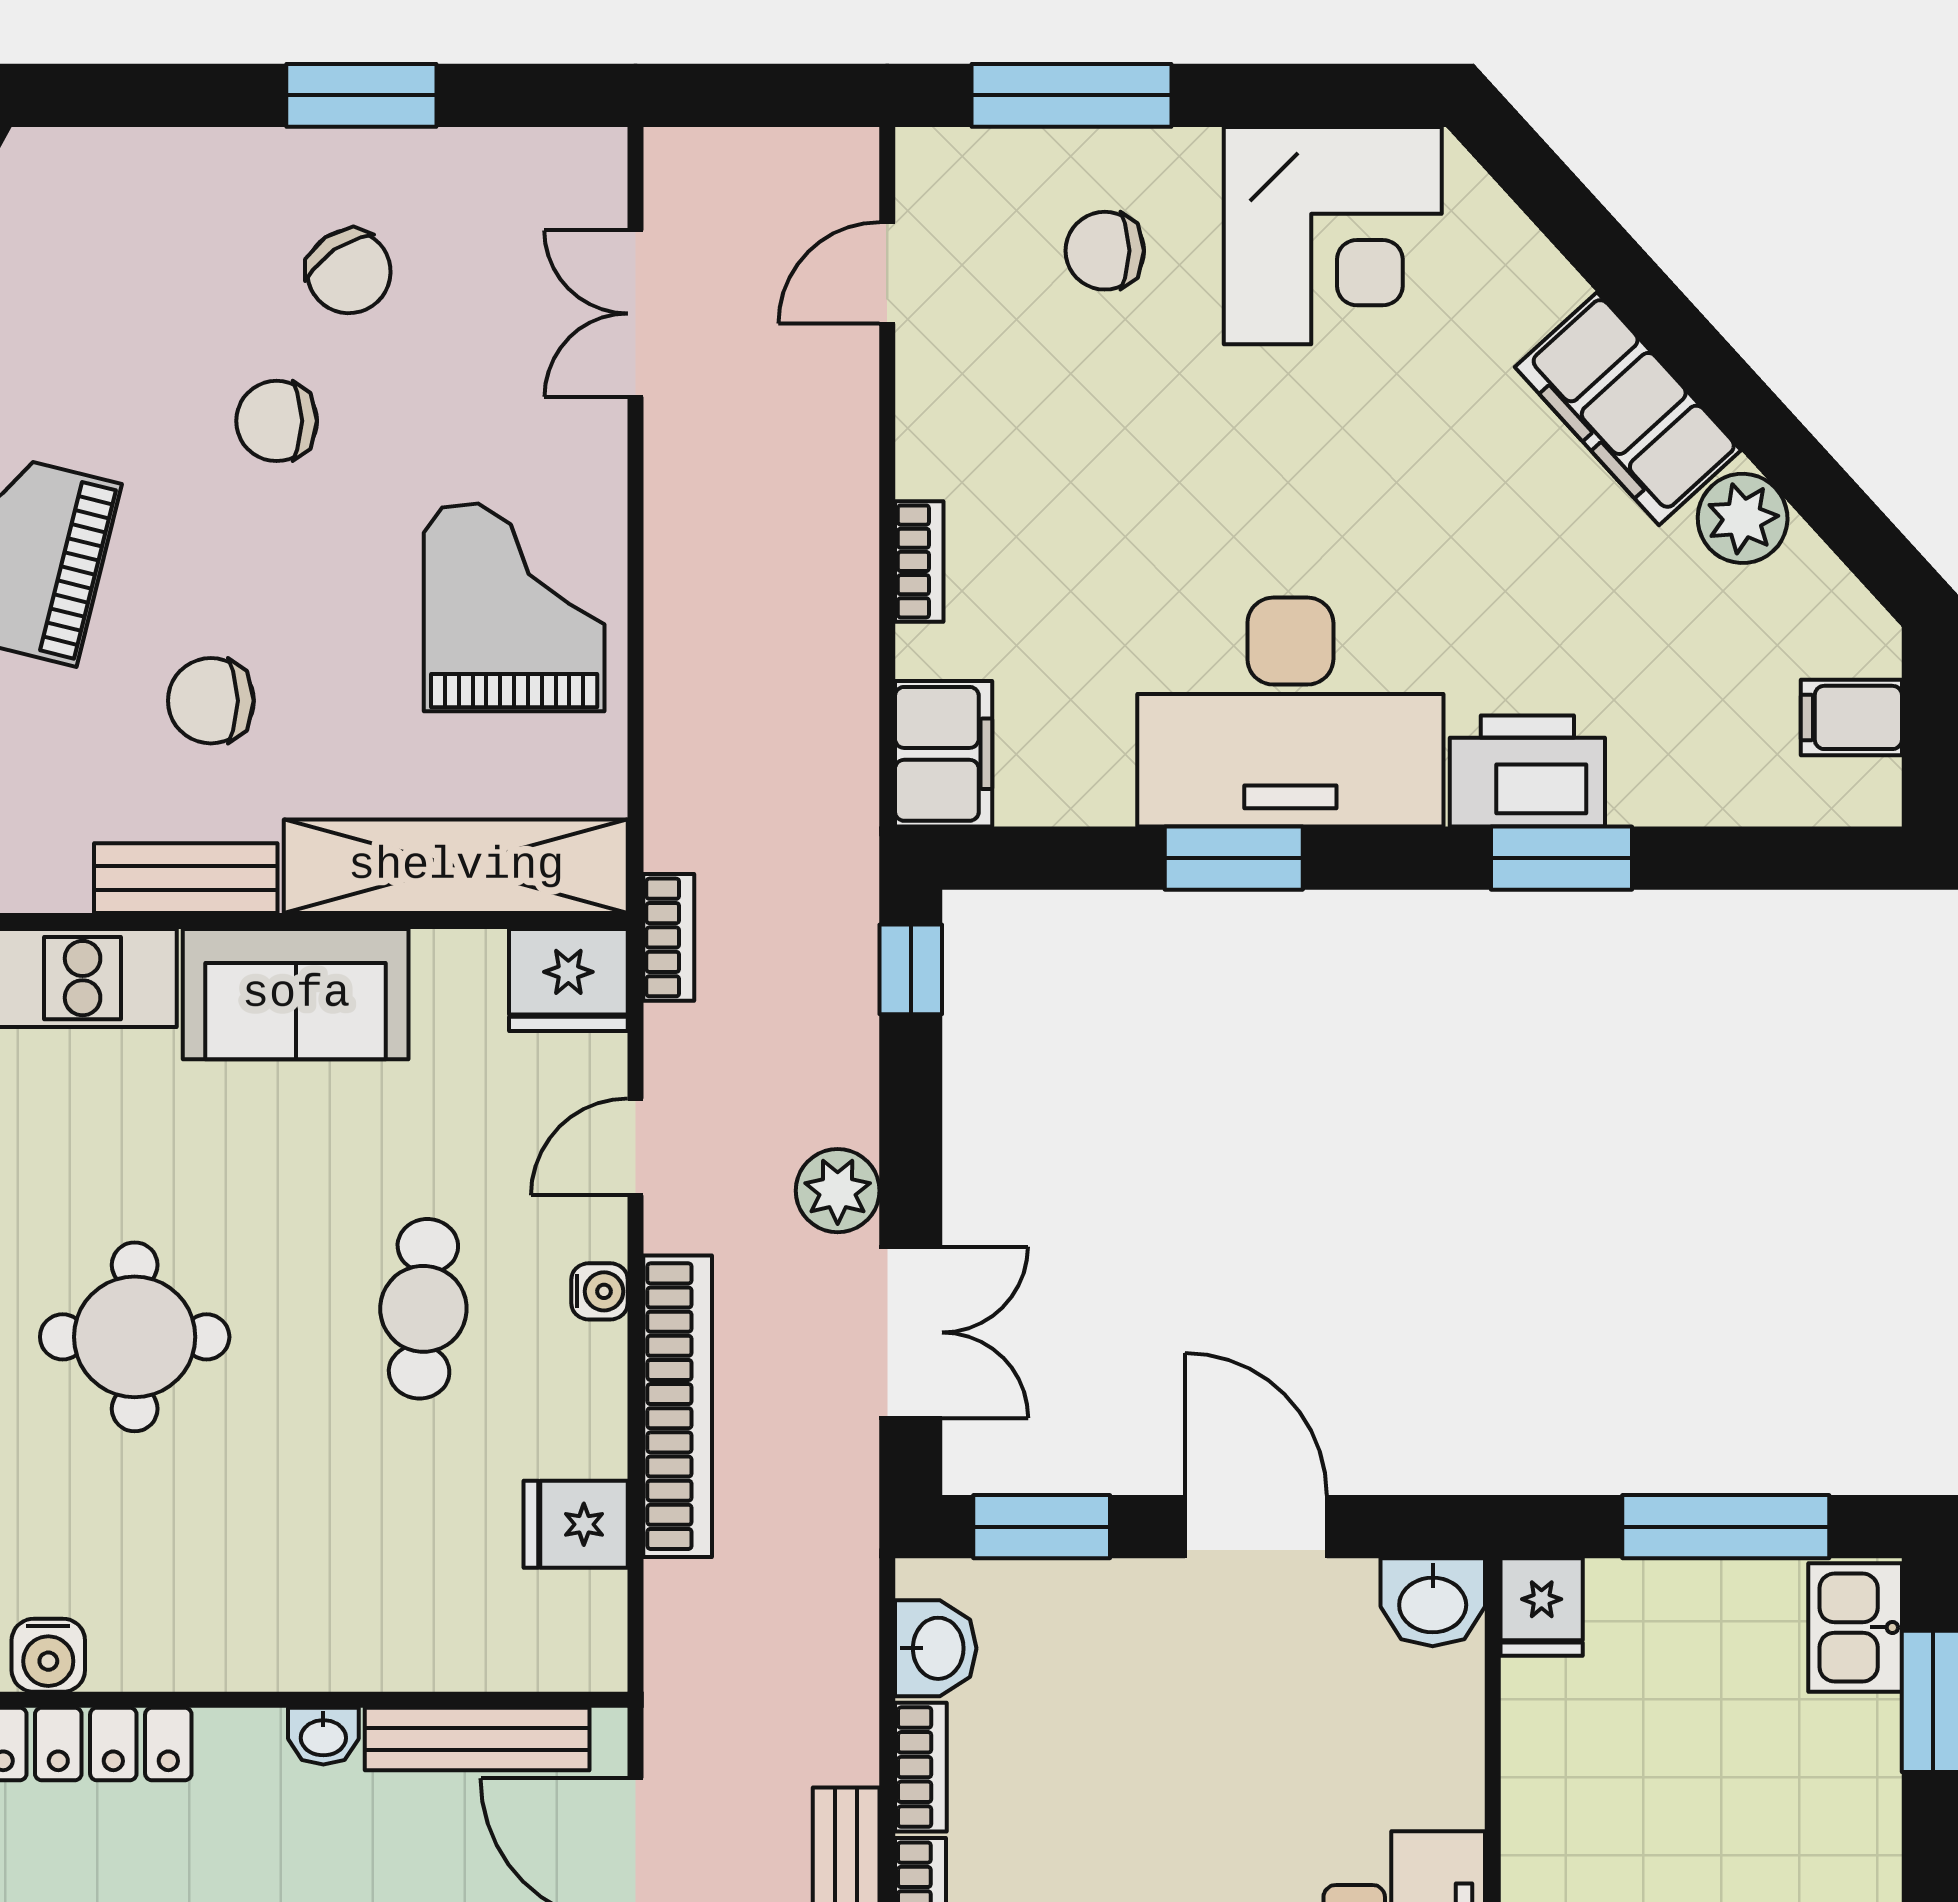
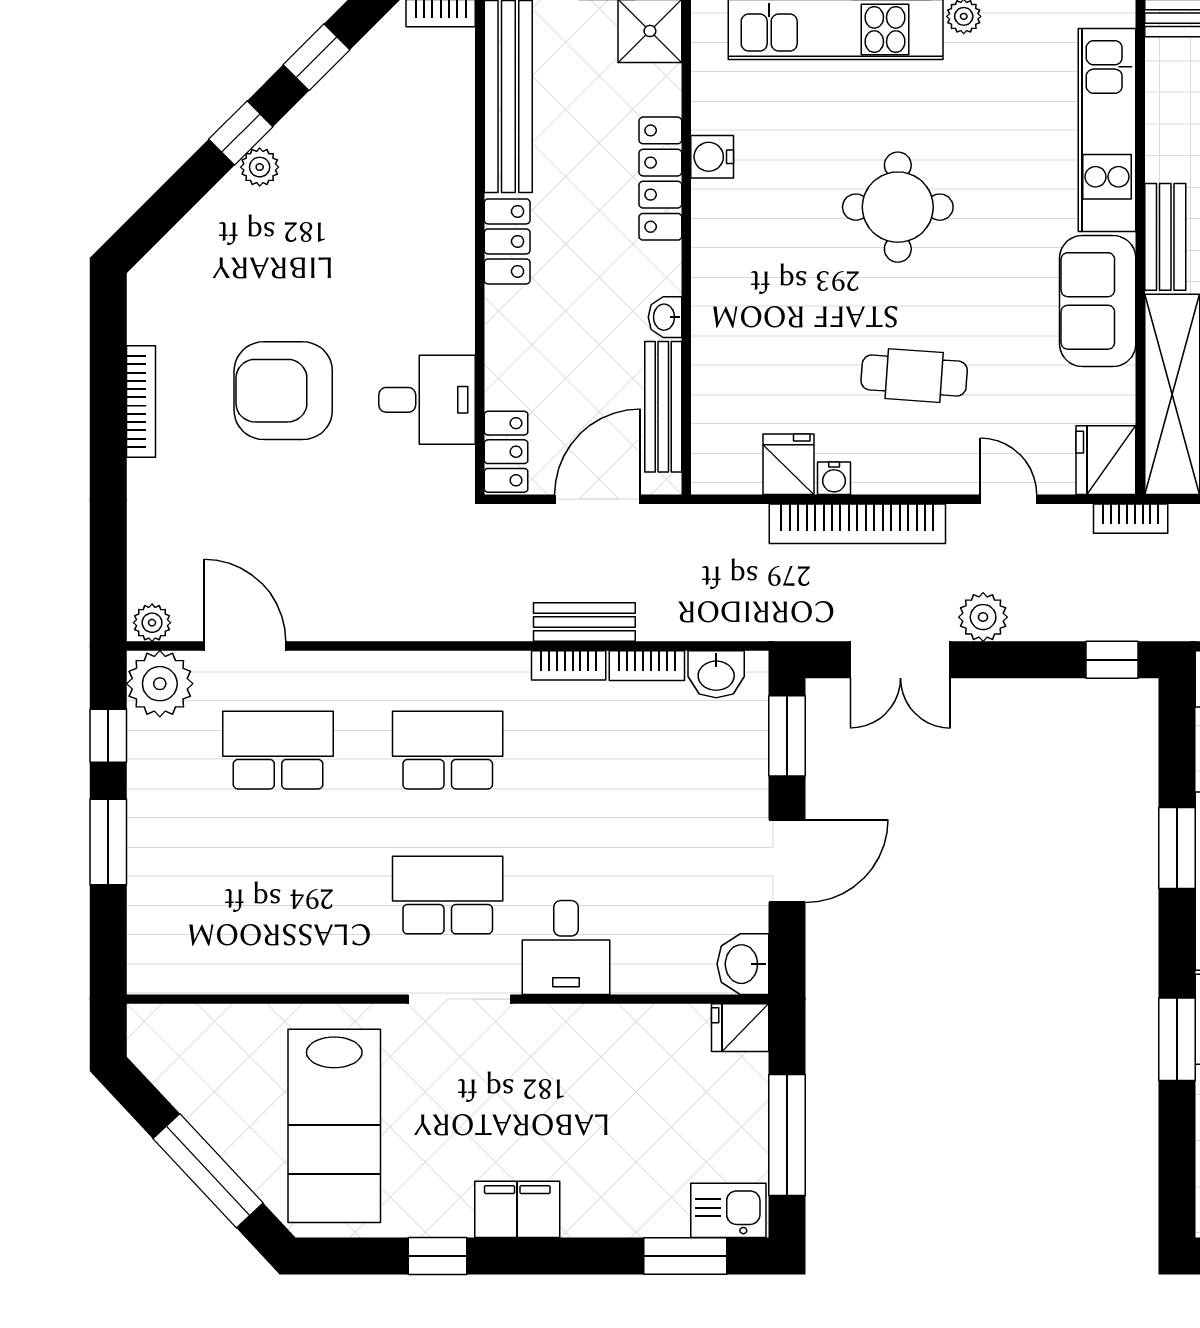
water cooler: (599, 1291) -> (834, 478), moved

